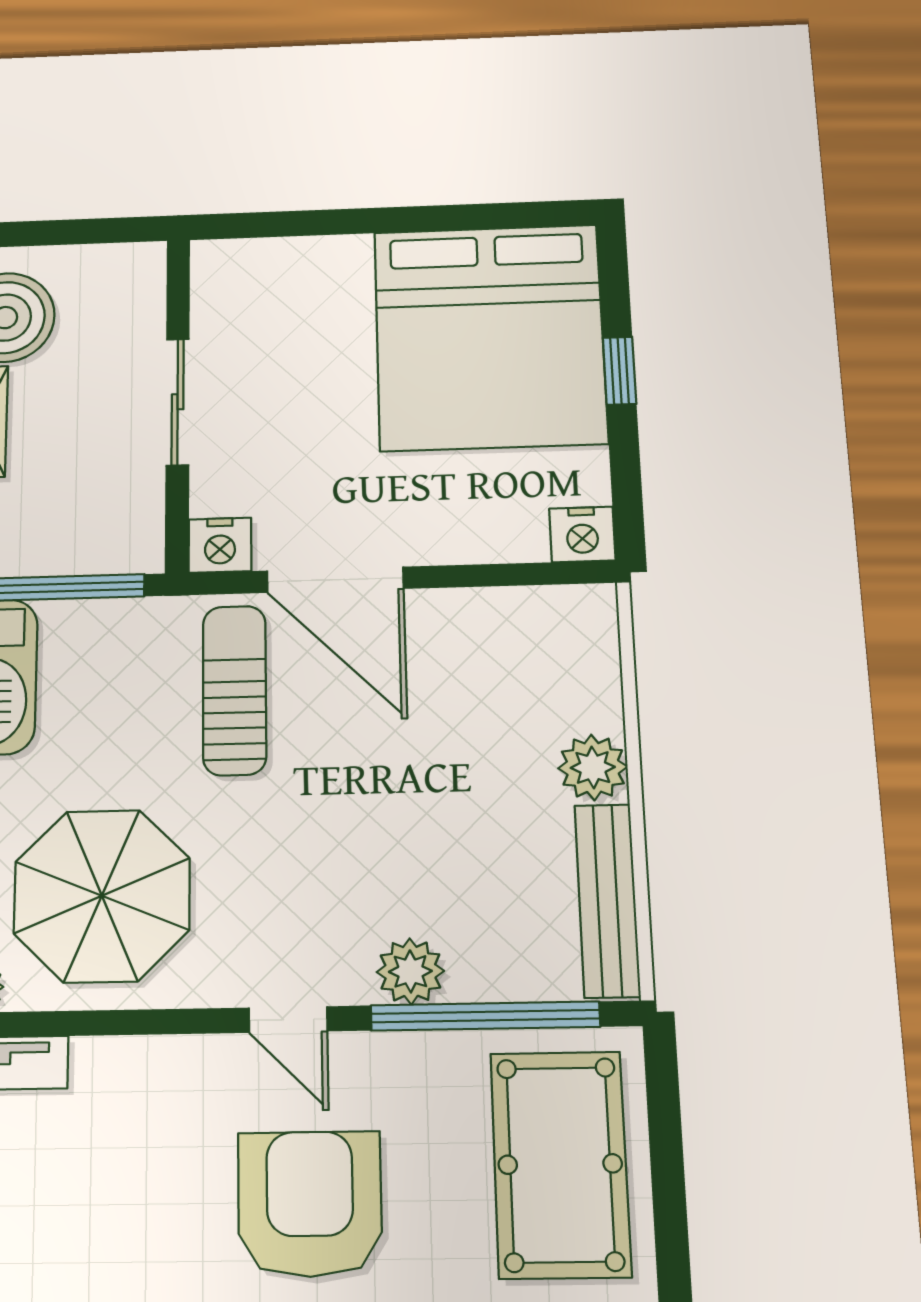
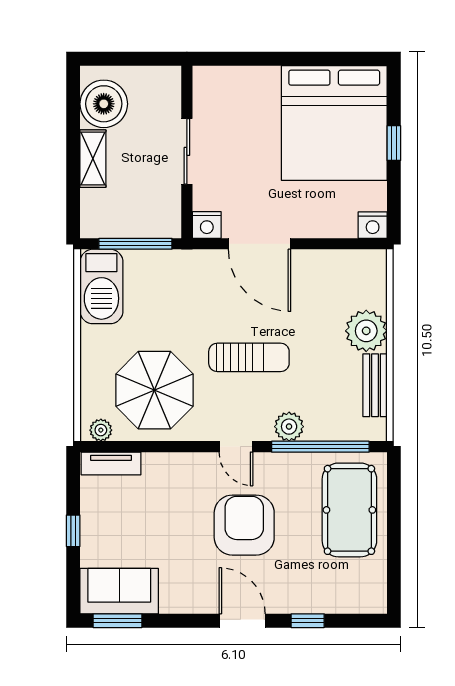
sun lounger: (234, 690) -> (249, 357), moved, turned 90
plant: (593, 767) -> (366, 331), width x1.36, depth x1.36
bench: (607, 900) -> (375, 385), width x0.73

